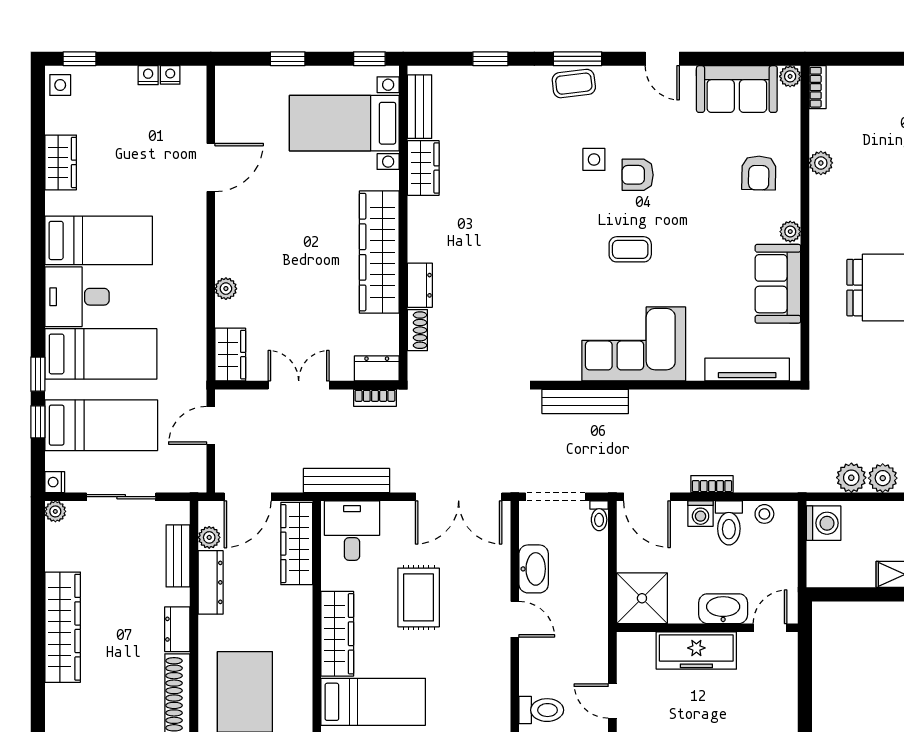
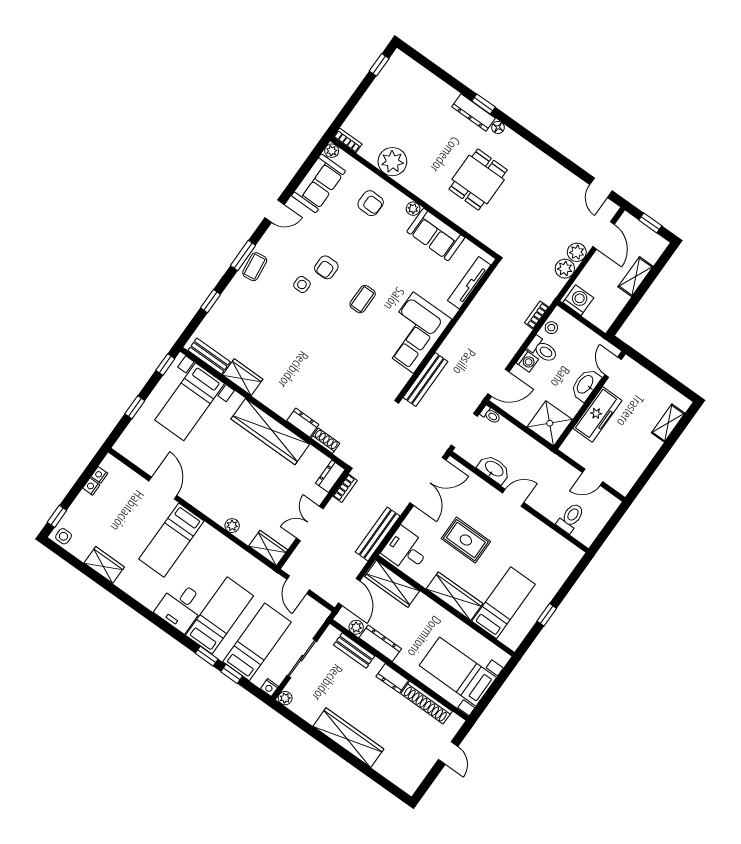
plant: (821, 163) -> (392, 162), width x1.87, depth x1.87
bed: (99, 240) -> (171, 540), moved, turned 180
bookcase: (712, 484) -> (537, 315), moved

